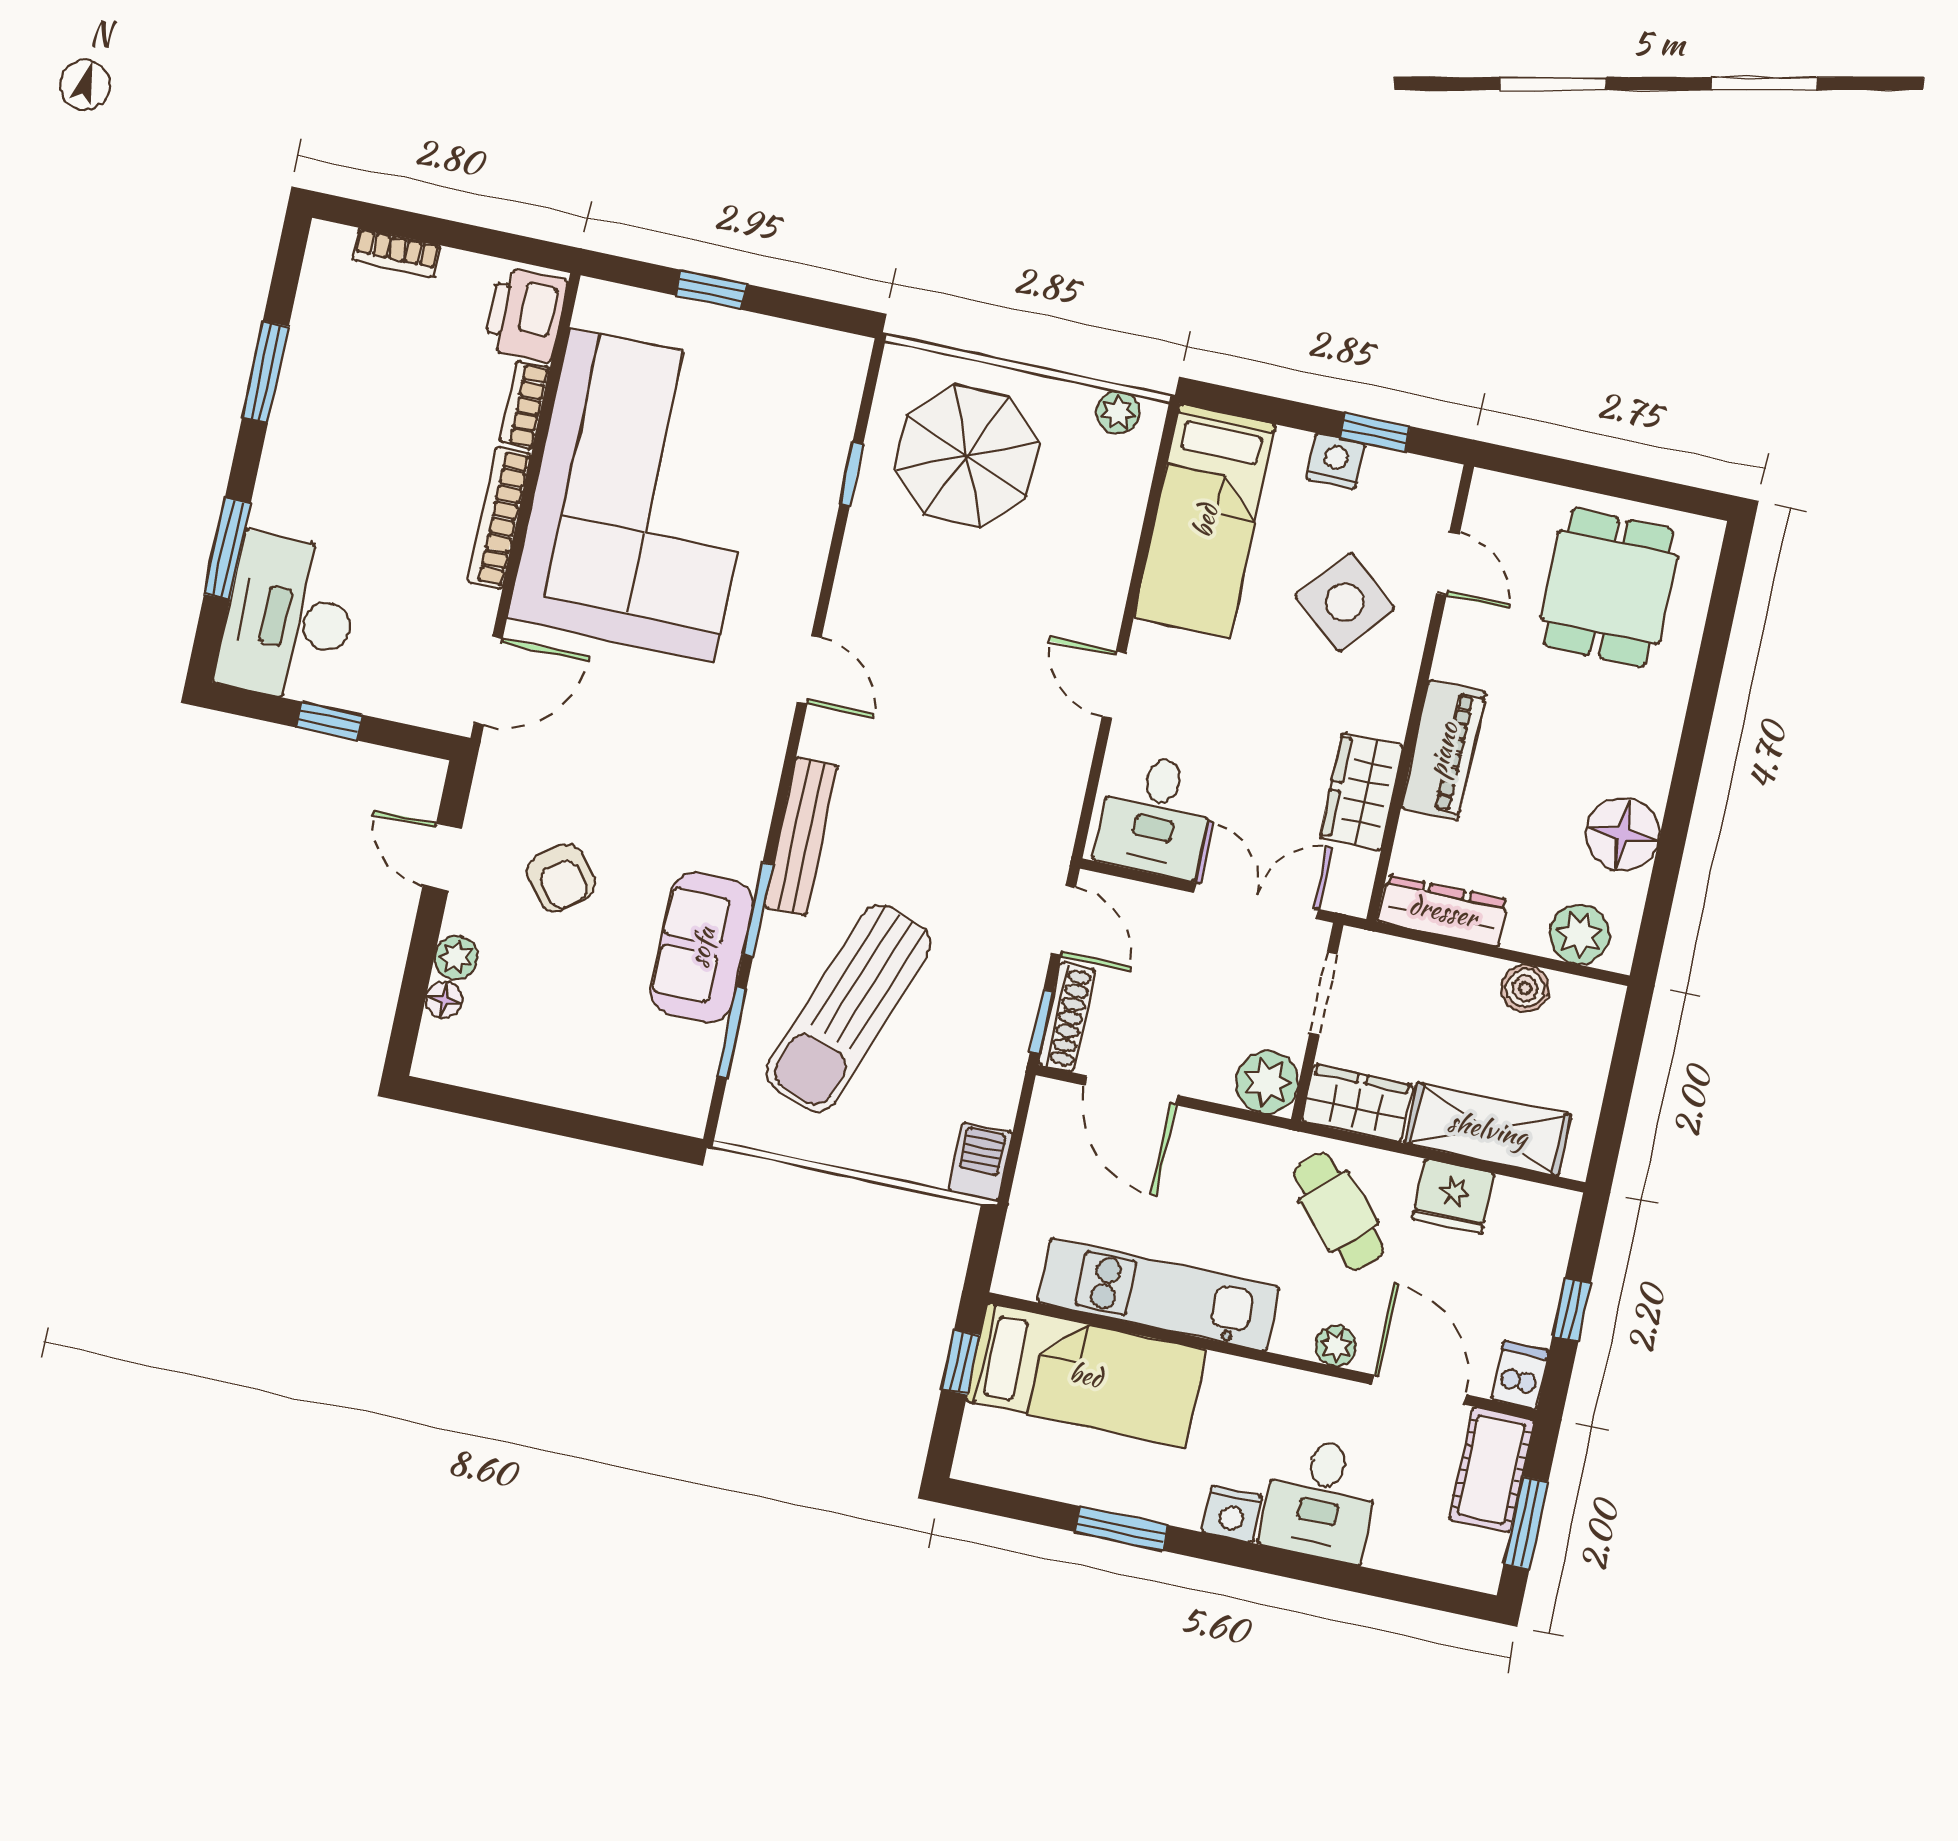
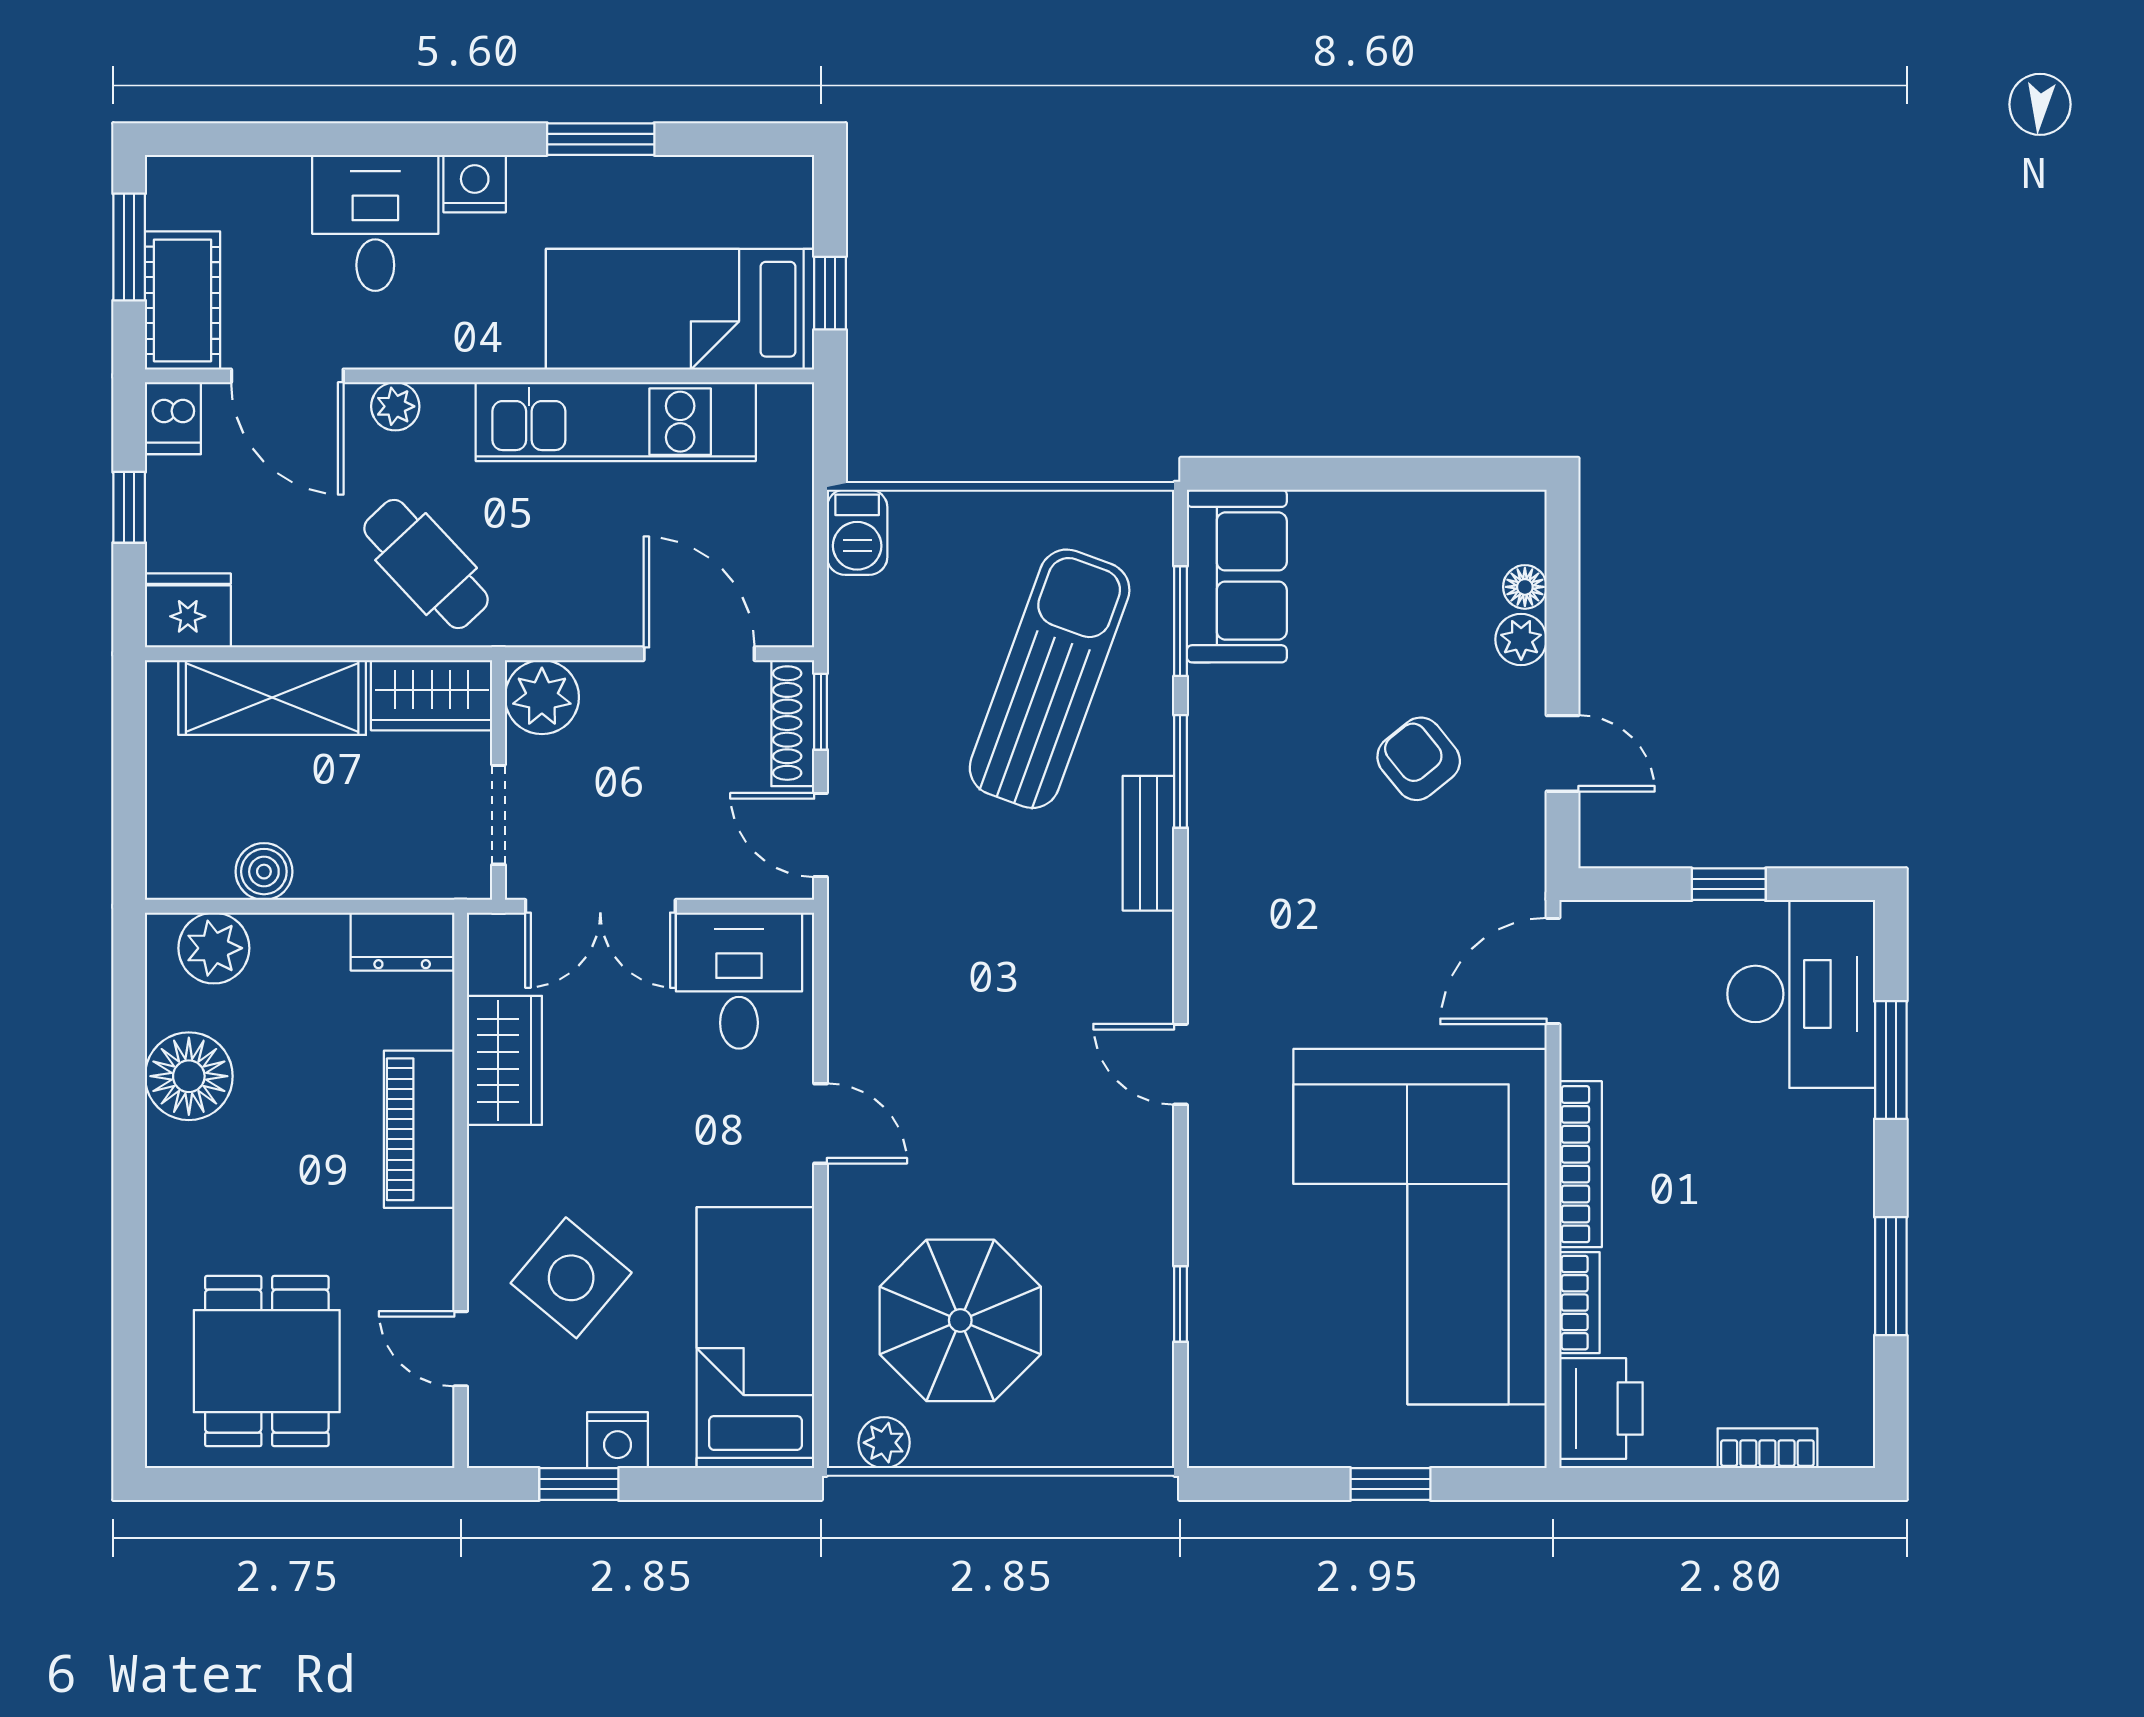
parasol: (967, 456) -> (960, 1320), moved
bench: (801, 836) -> (1148, 843), width x0.73
dresser: (1443, 911) -> (402, 942), width x0.70
sofa: (702, 947) -> (1237, 576), moved
fridge: (1453, 1196) -> (188, 610), moved

